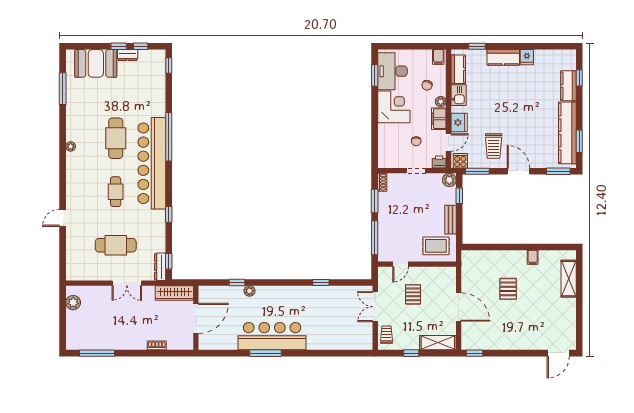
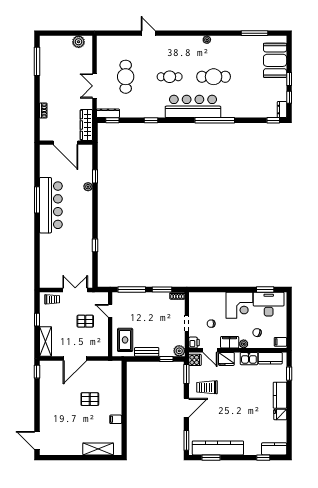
dresser: (128, 55) -> (282, 110), moved
kitchen counter: (569, 86) -> (274, 449), moved
bar counter: (152, 163) -> (193, 106), width x0.73

